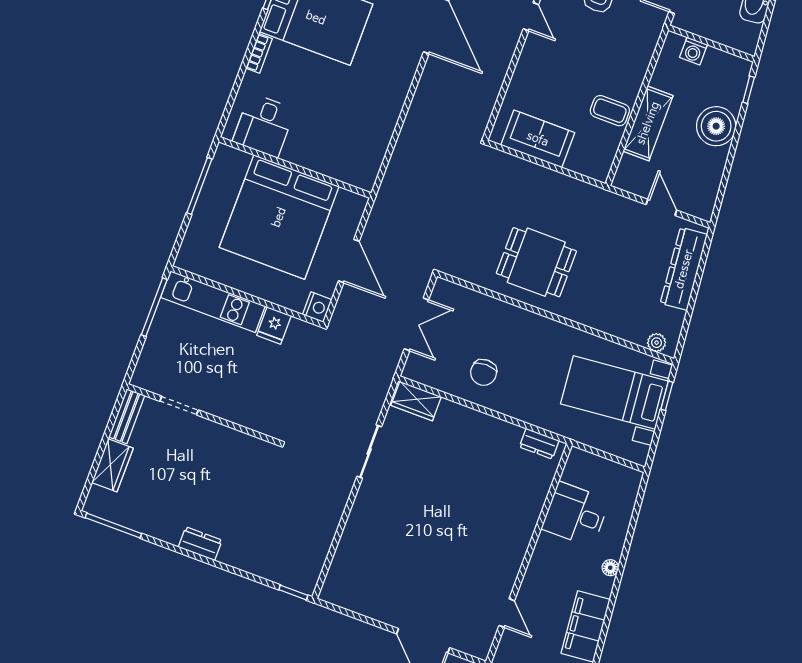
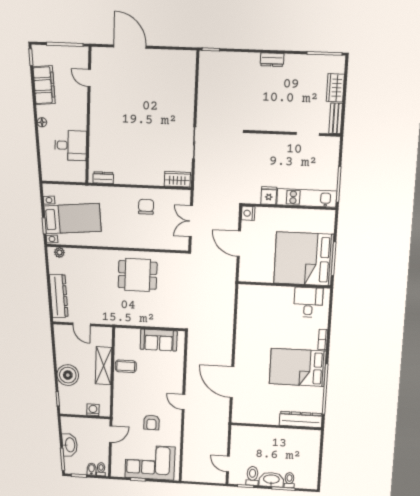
bed: (279, 217) -> (304, 259), moved, turned -90

